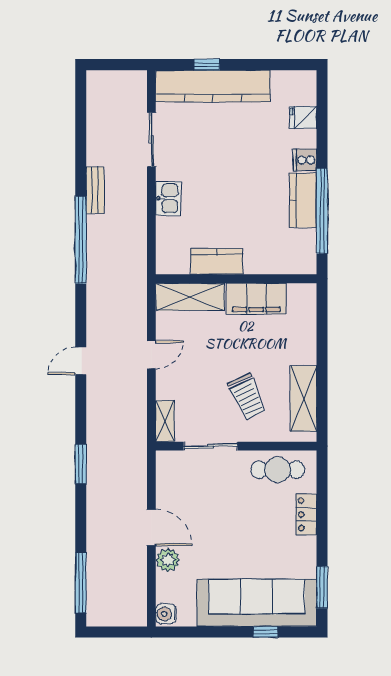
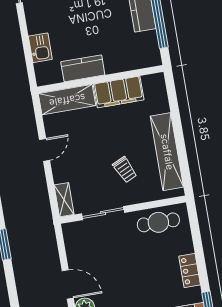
kitchen sink: (168, 198) -> (40, 48), moved
trolley: (247, 397) -> (125, 170), width x0.73, depth x0.72
shelving: (303, 399) -> (167, 152), width x1.47
locker: (306, 514) -> (190, 271), moved

